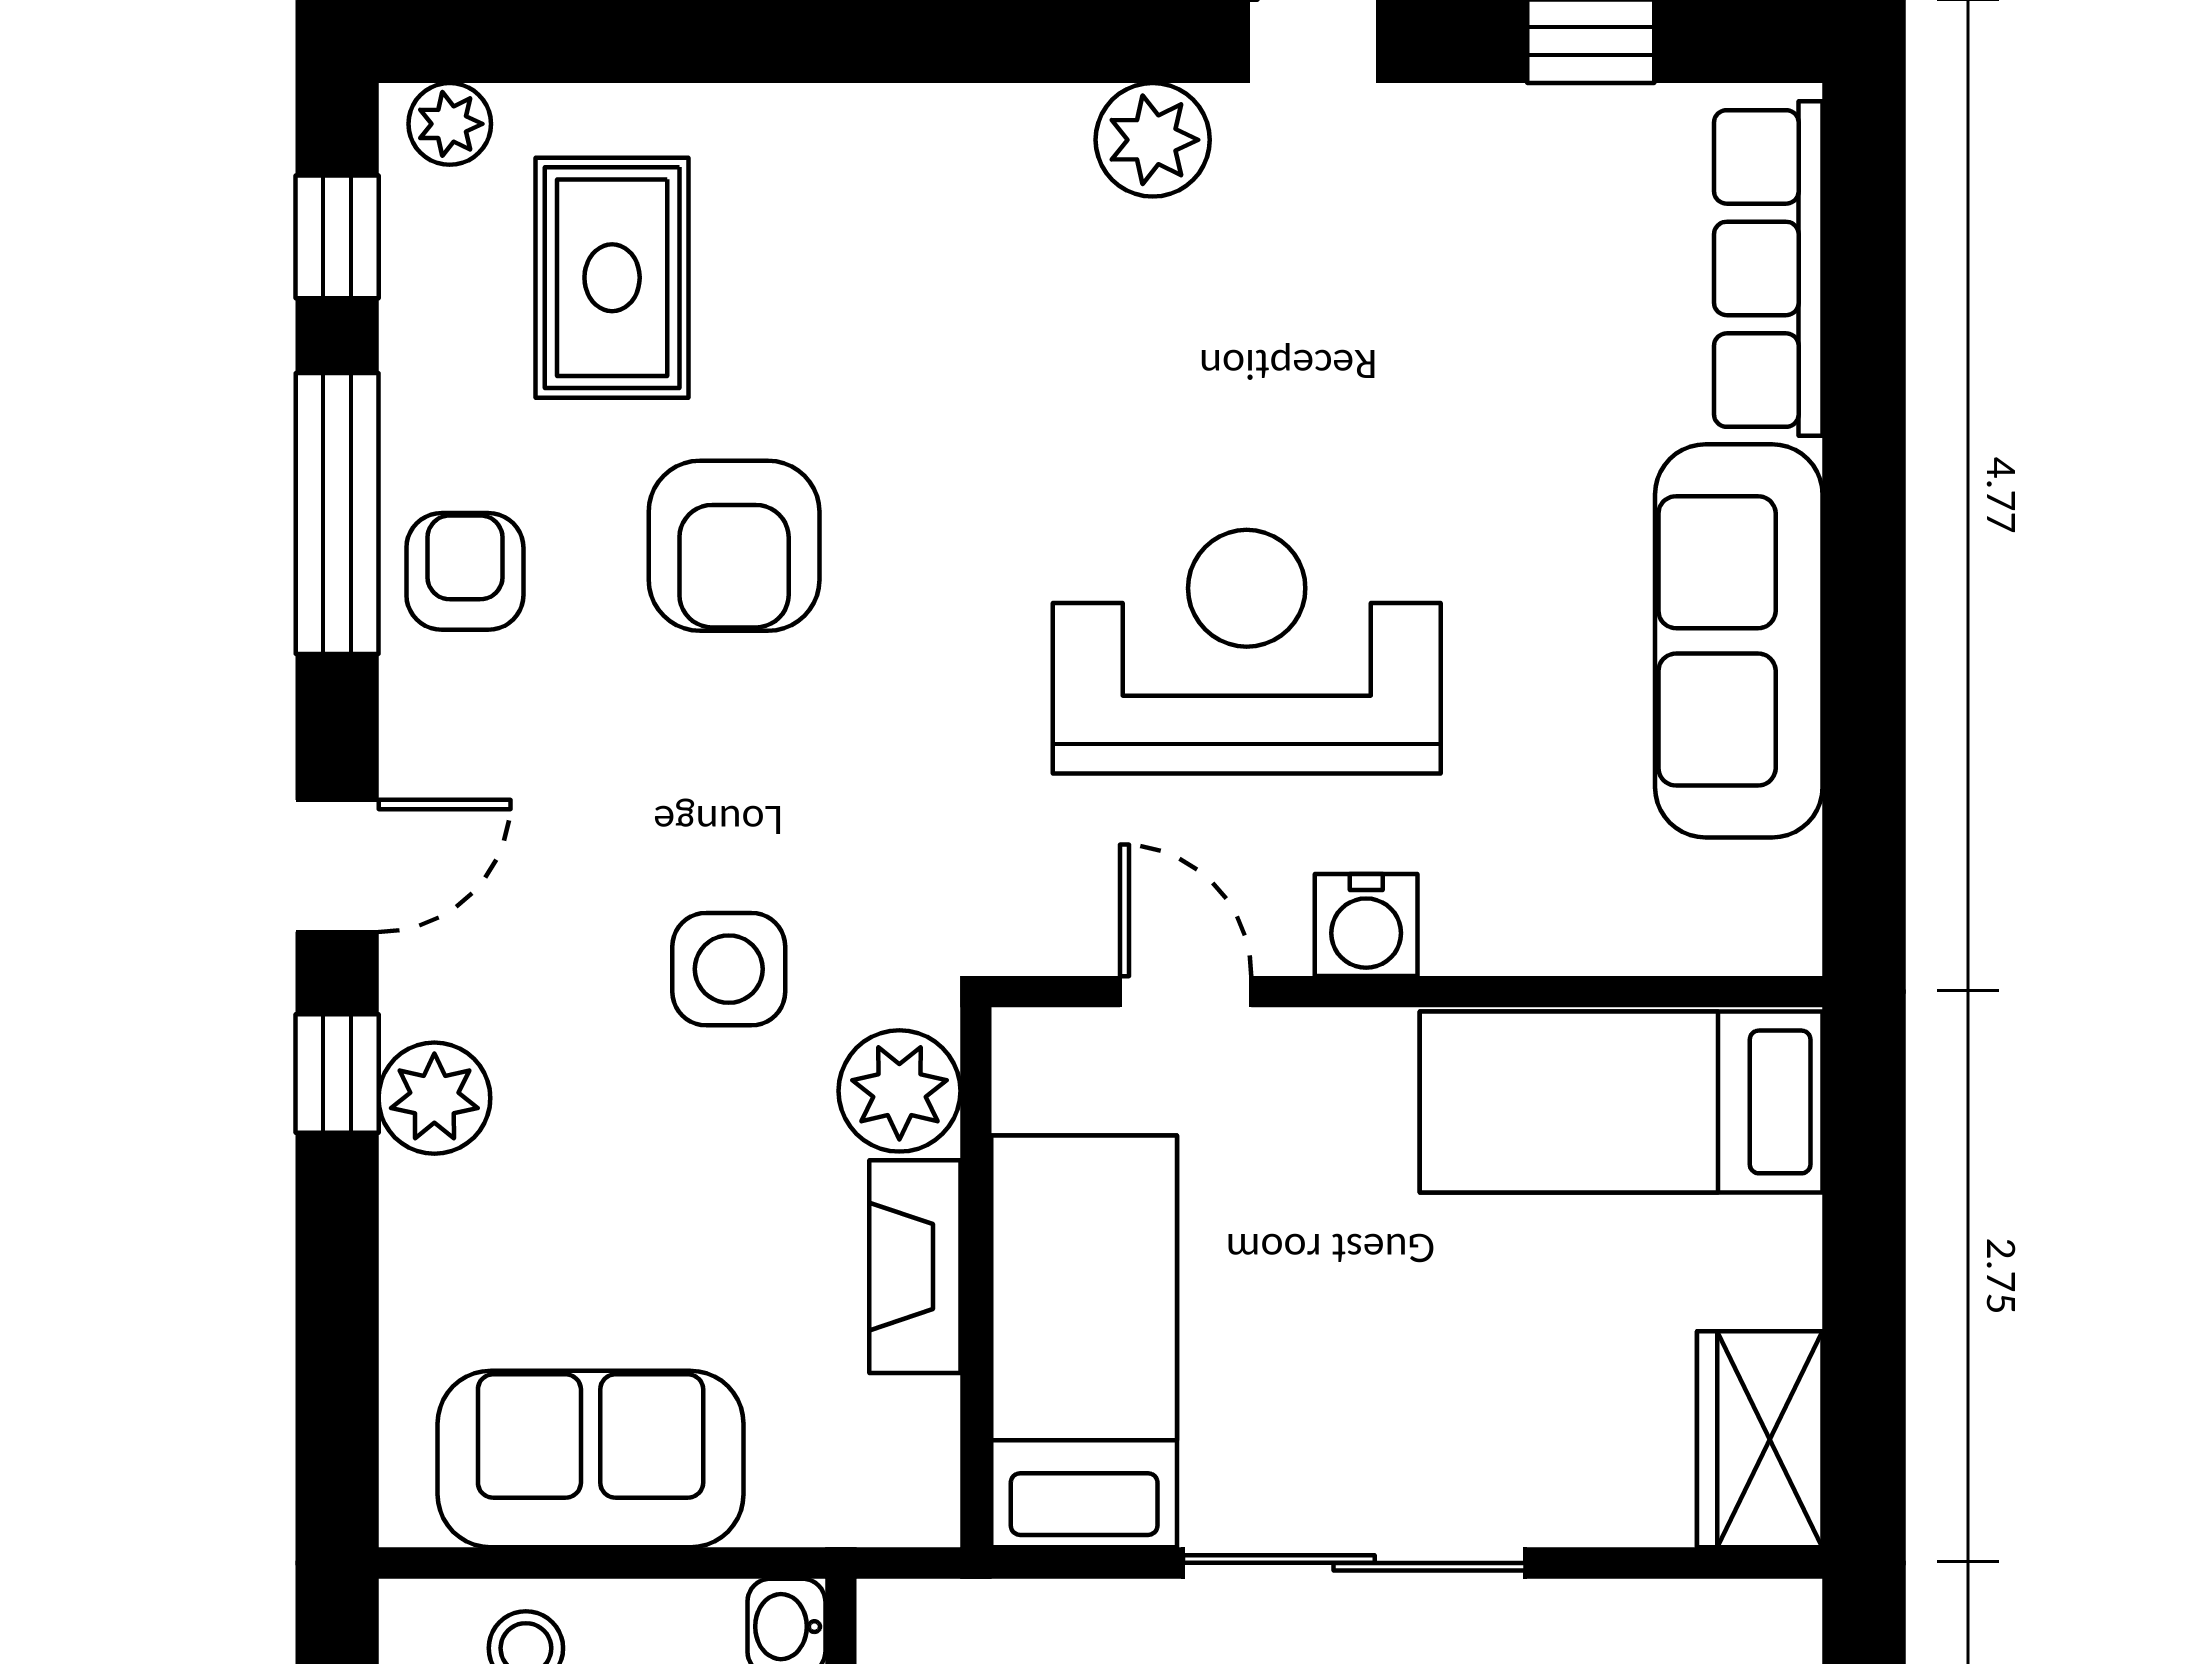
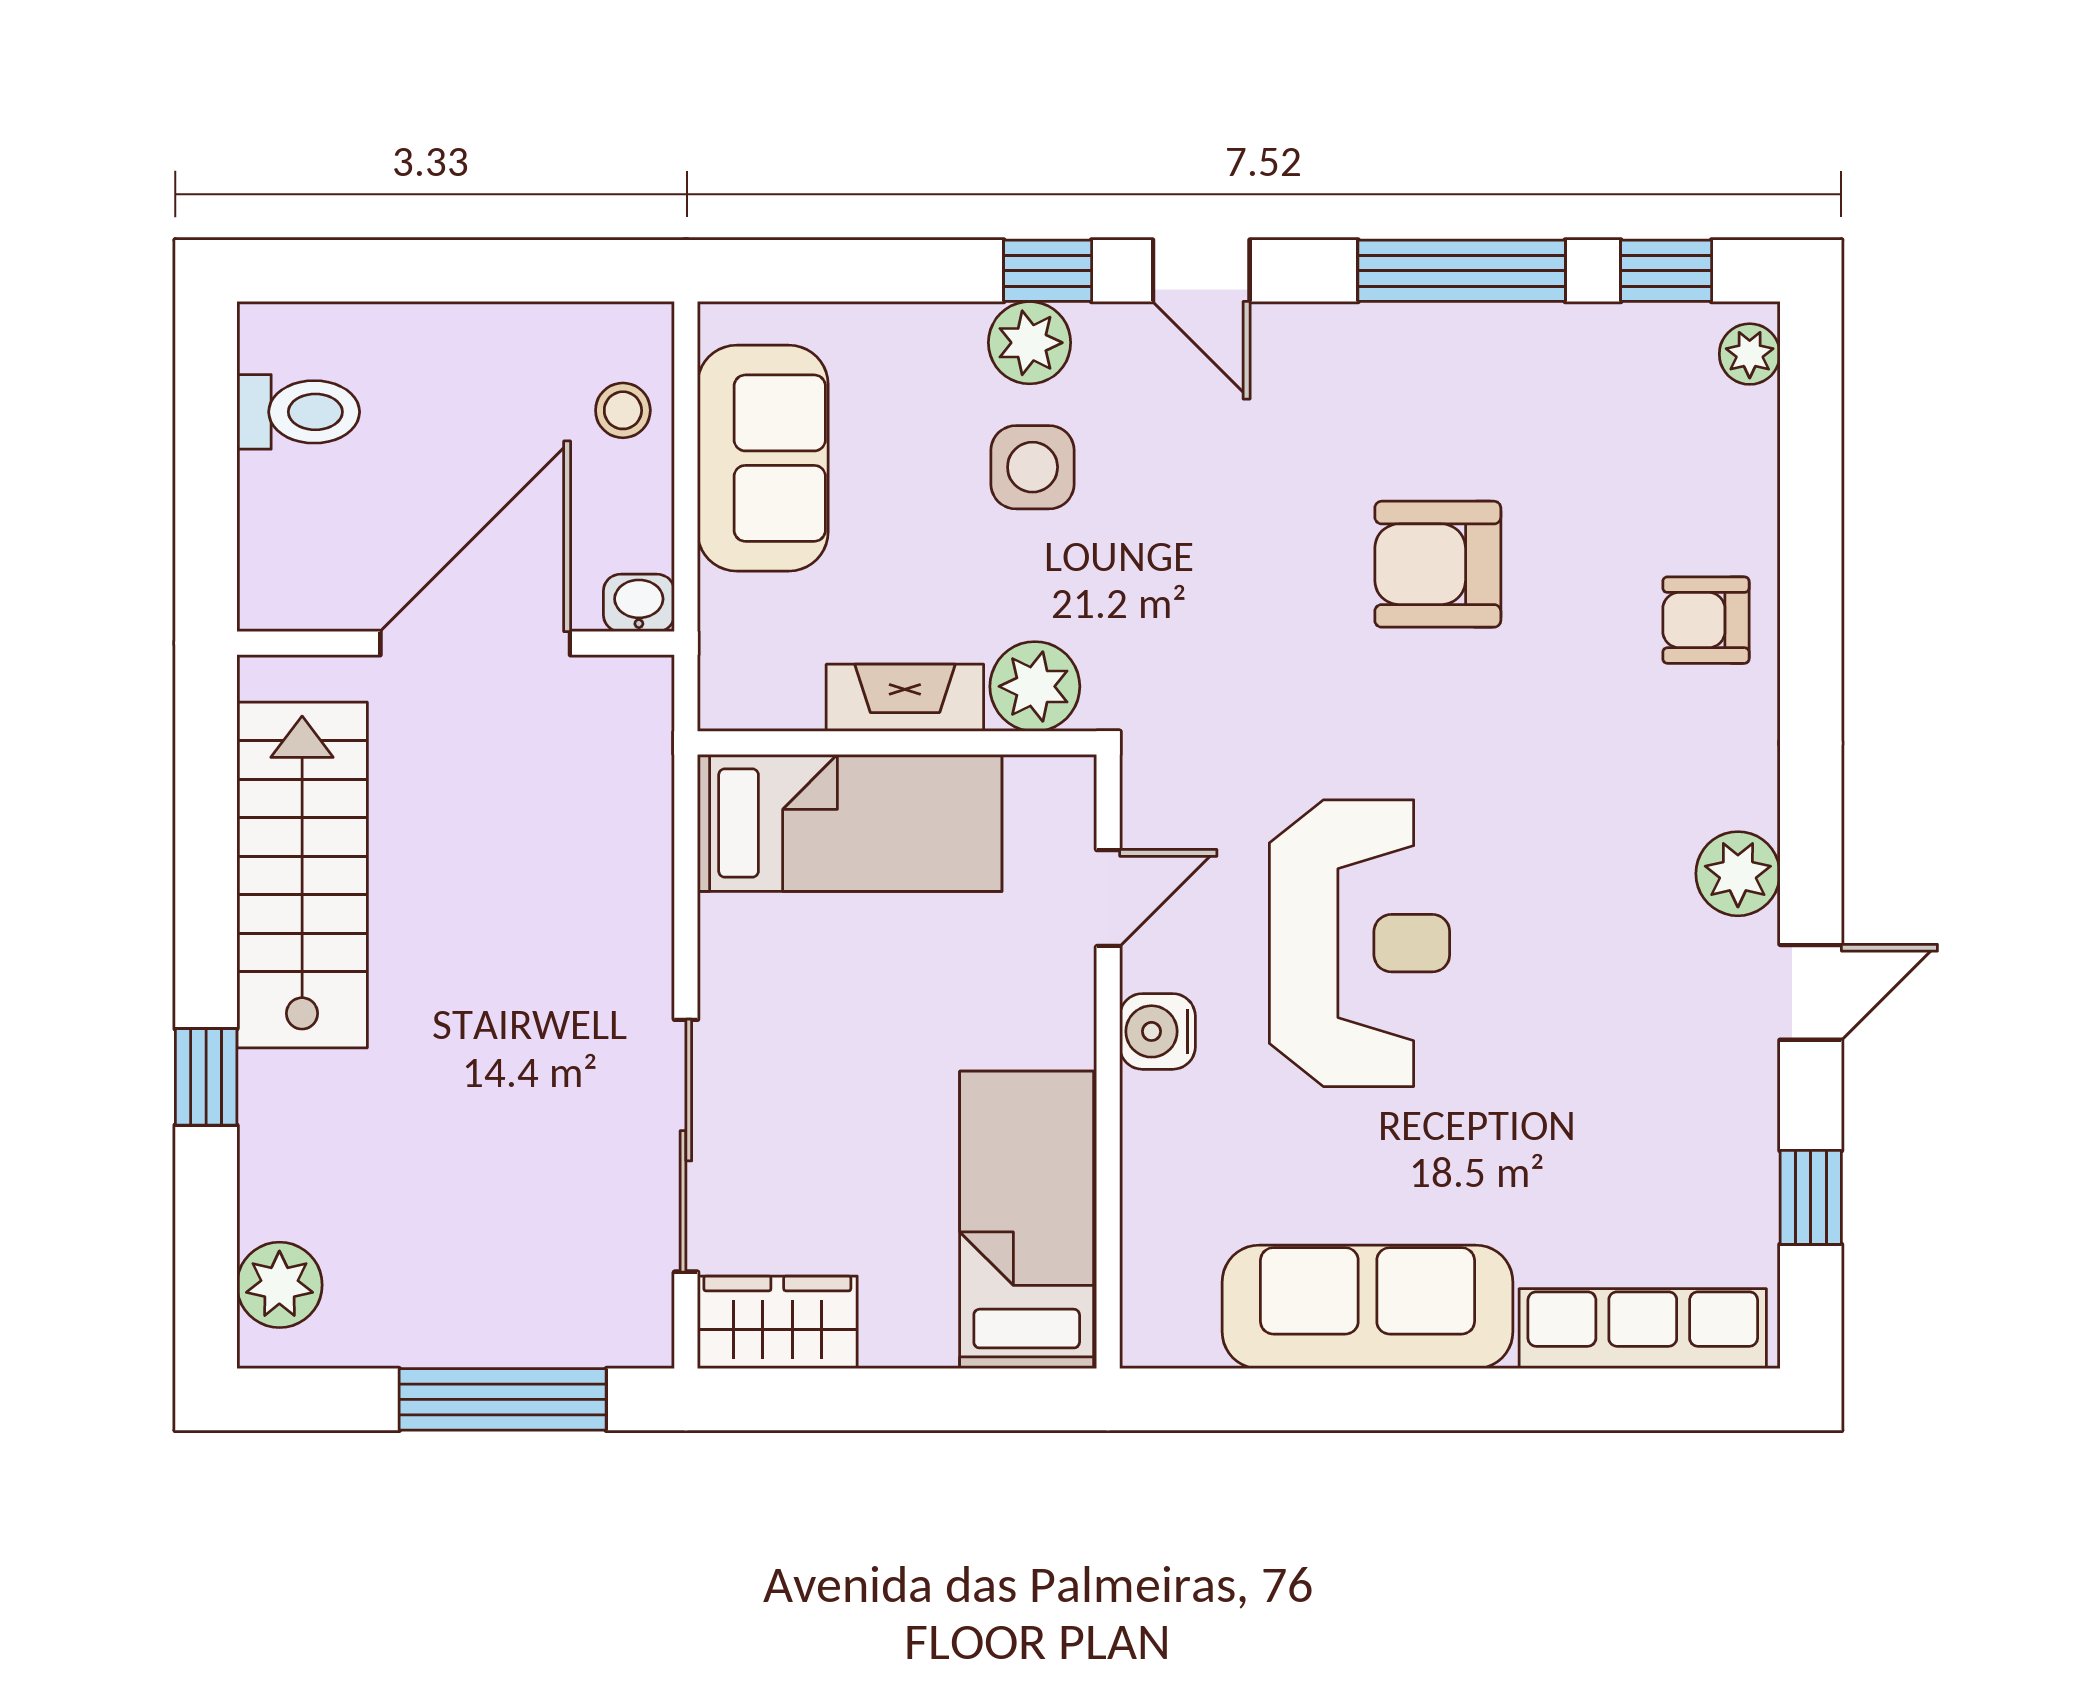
rug: (612, 278) -> (1636, 474), removed
armchair: (465, 571) -> (1706, 620), moved, turned 180
side table: (729, 969) -> (1033, 467), moved
sliding door: (1354, 1563) -> (686, 1146), moved

